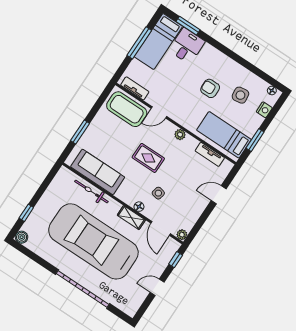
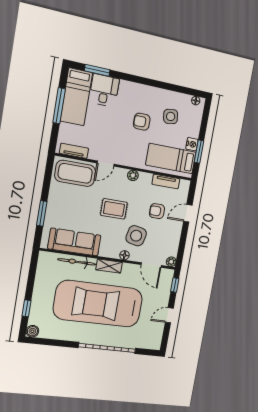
nightstand: (264, 110) -> (192, 144), moved
armchair: (189, 179) -> (157, 211), added
side table: (158, 193) -> (136, 236), width x1.87, depth x1.87
shelving: (131, 218) -> (109, 266), moved

